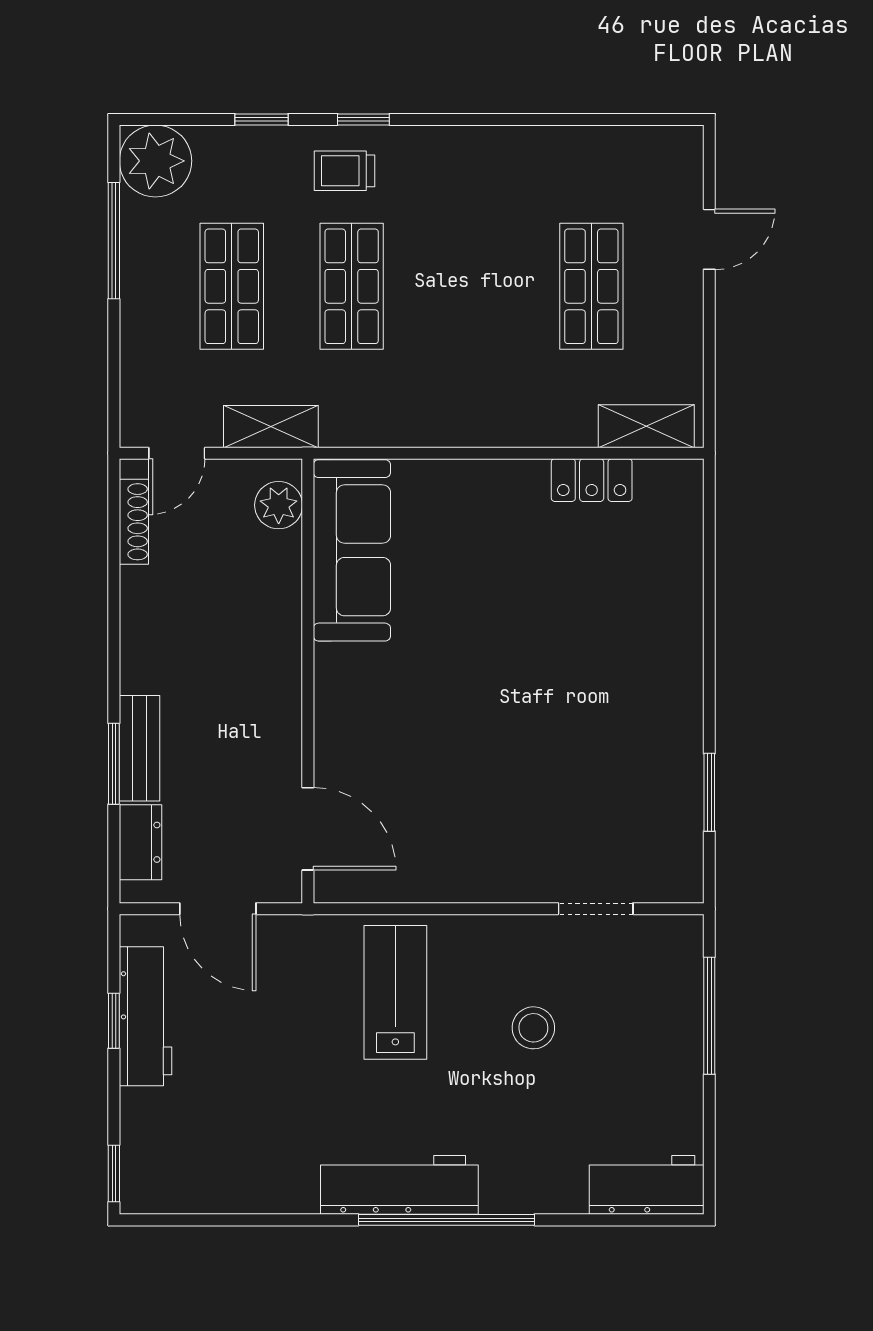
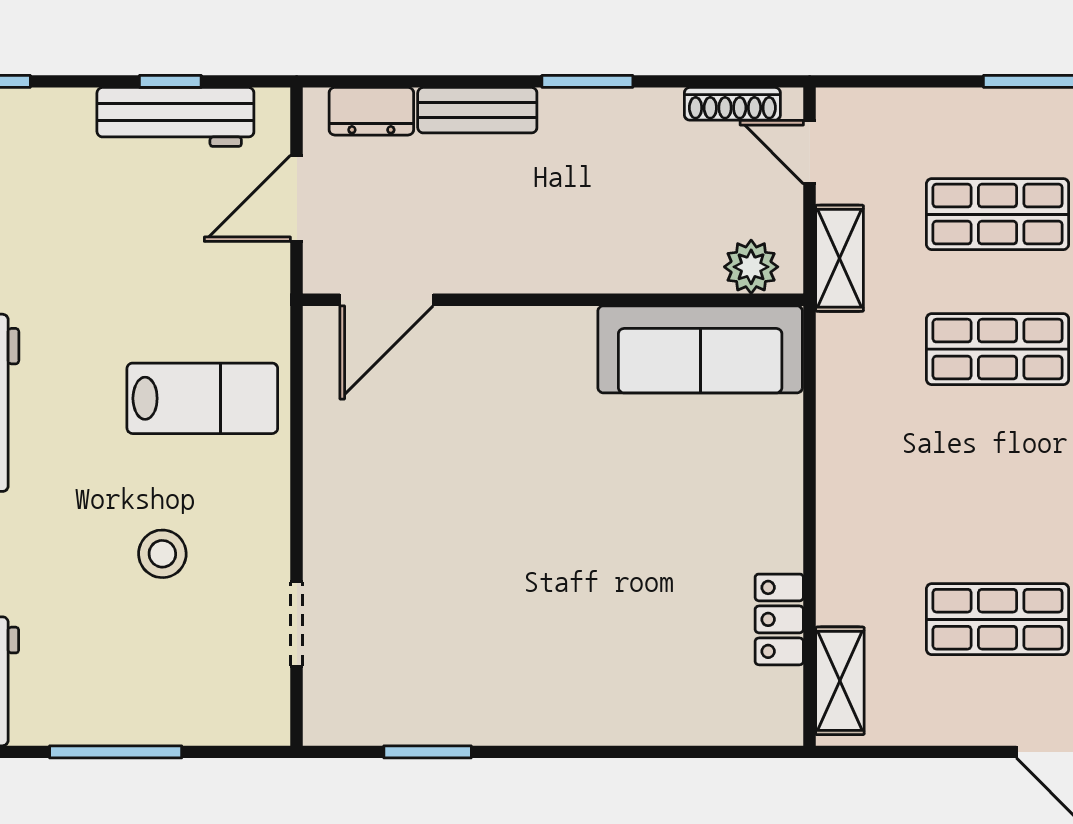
window: (114, 764) -> (587, 81), moved
window: (709, 1016) -> (116, 752), moved

